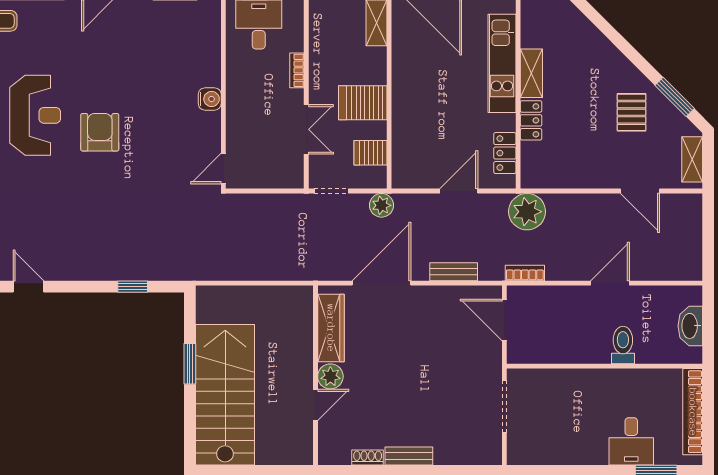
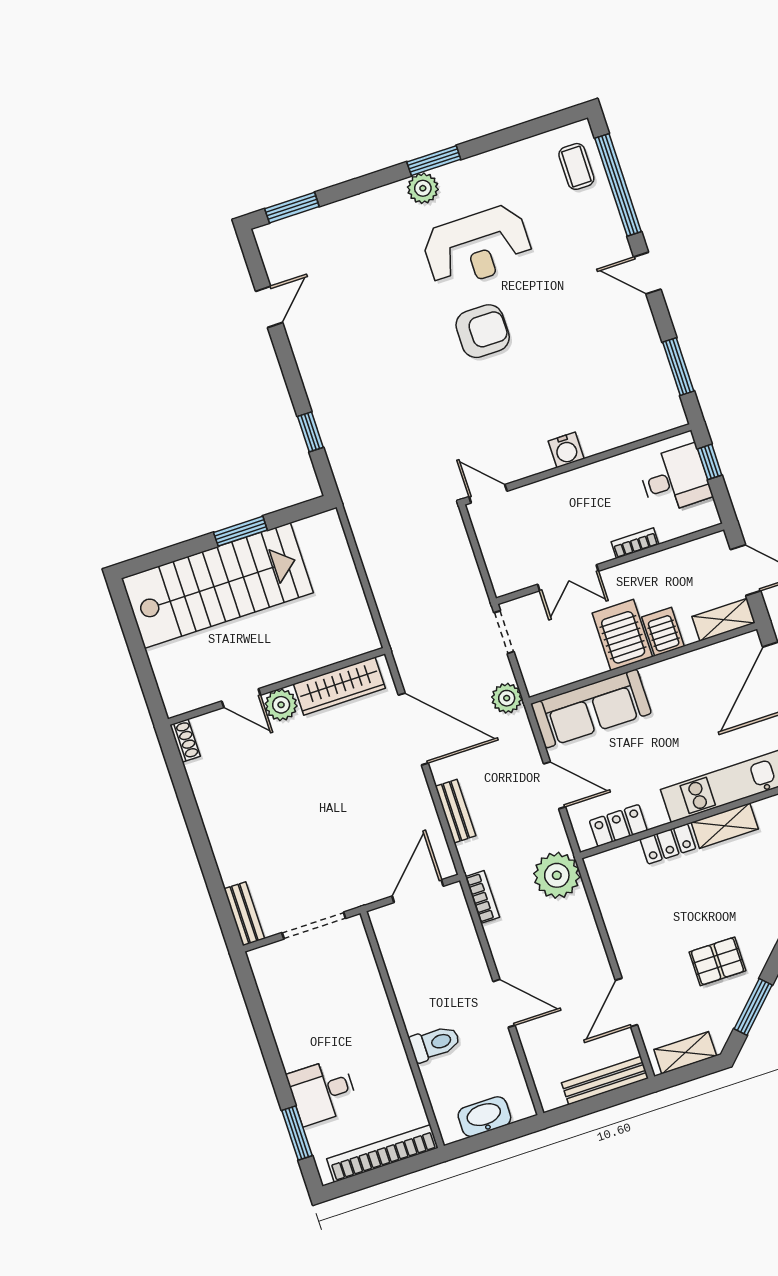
sofa: (410, 144) -> (591, 709), added
server rack: (370, 153) -> (663, 632), moved
bench: (693, 226) -> (605, 1081), added
bench: (409, 456) -> (244, 914), moved
shoe rack: (368, 458) -> (185, 741), moved

